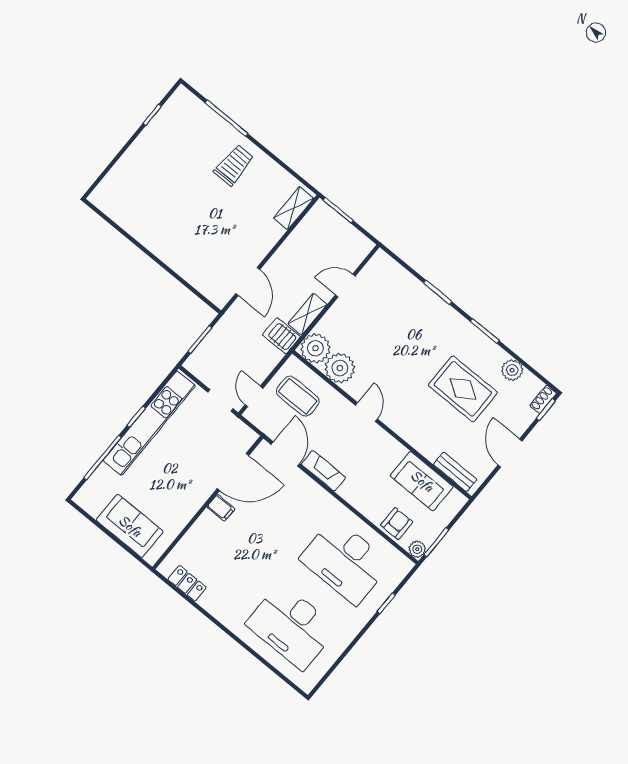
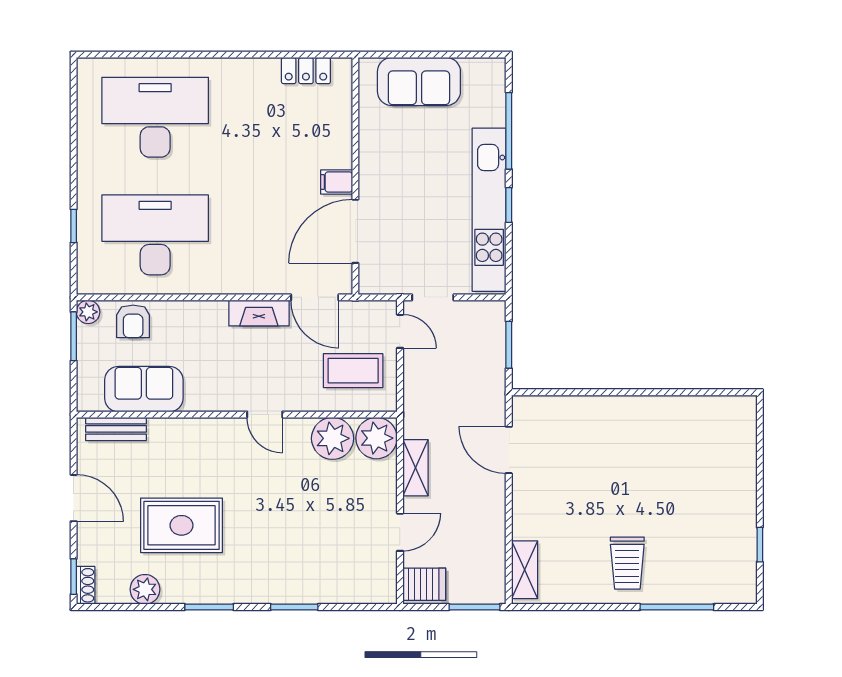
server rack: (281, 336) -> (424, 584), moved

